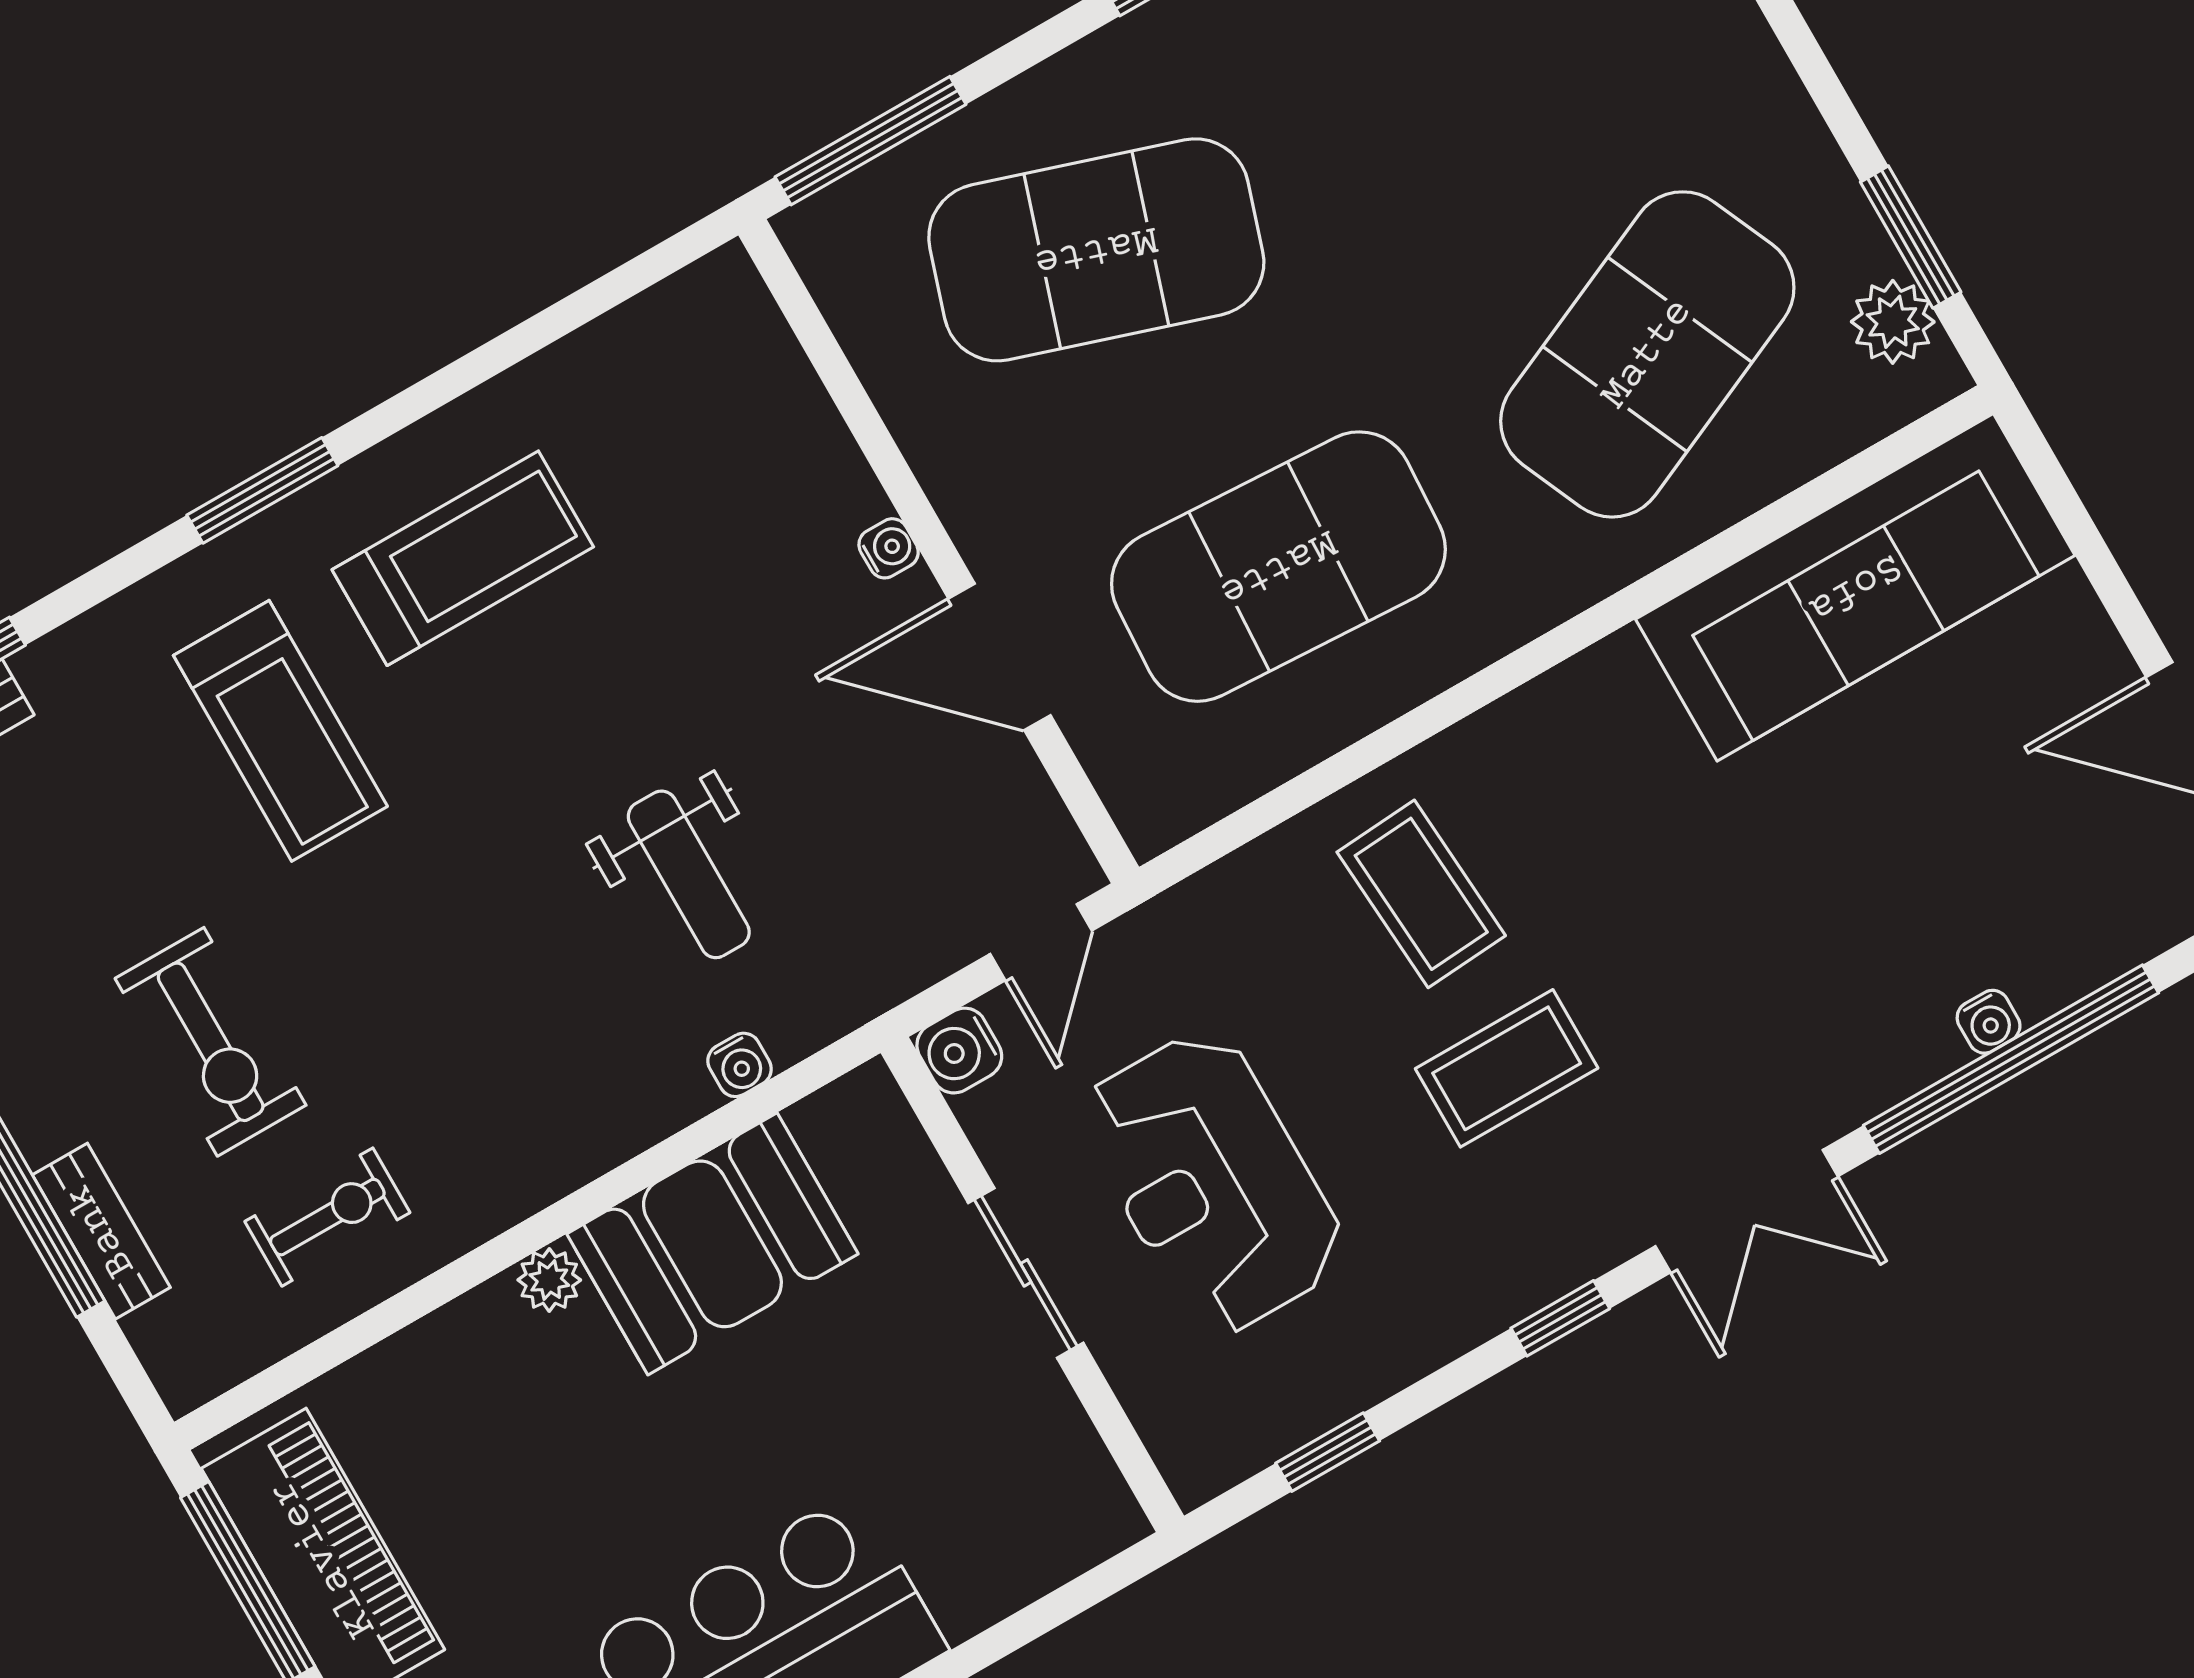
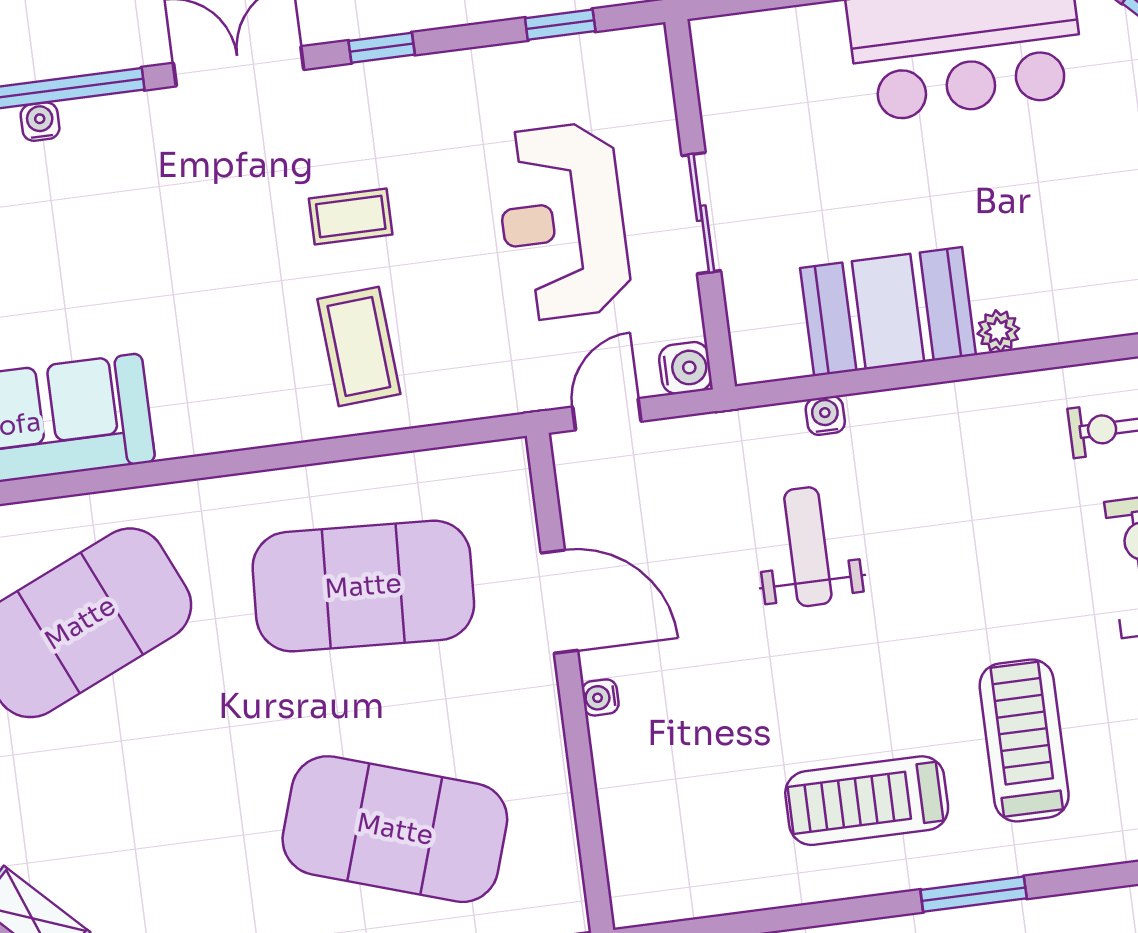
coffee table: (1507, 1068) -> (351, 216), width x0.73, depth x0.77
reception desk: (1212, 1182) -> (563, 221), turned 180

